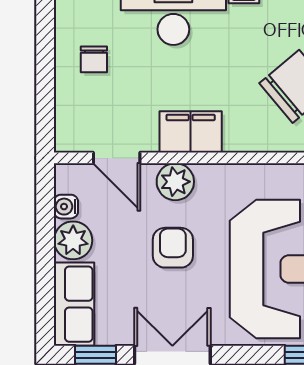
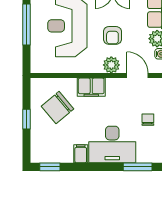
filing cabinet: (191, 132) -> (91, 87), moved

